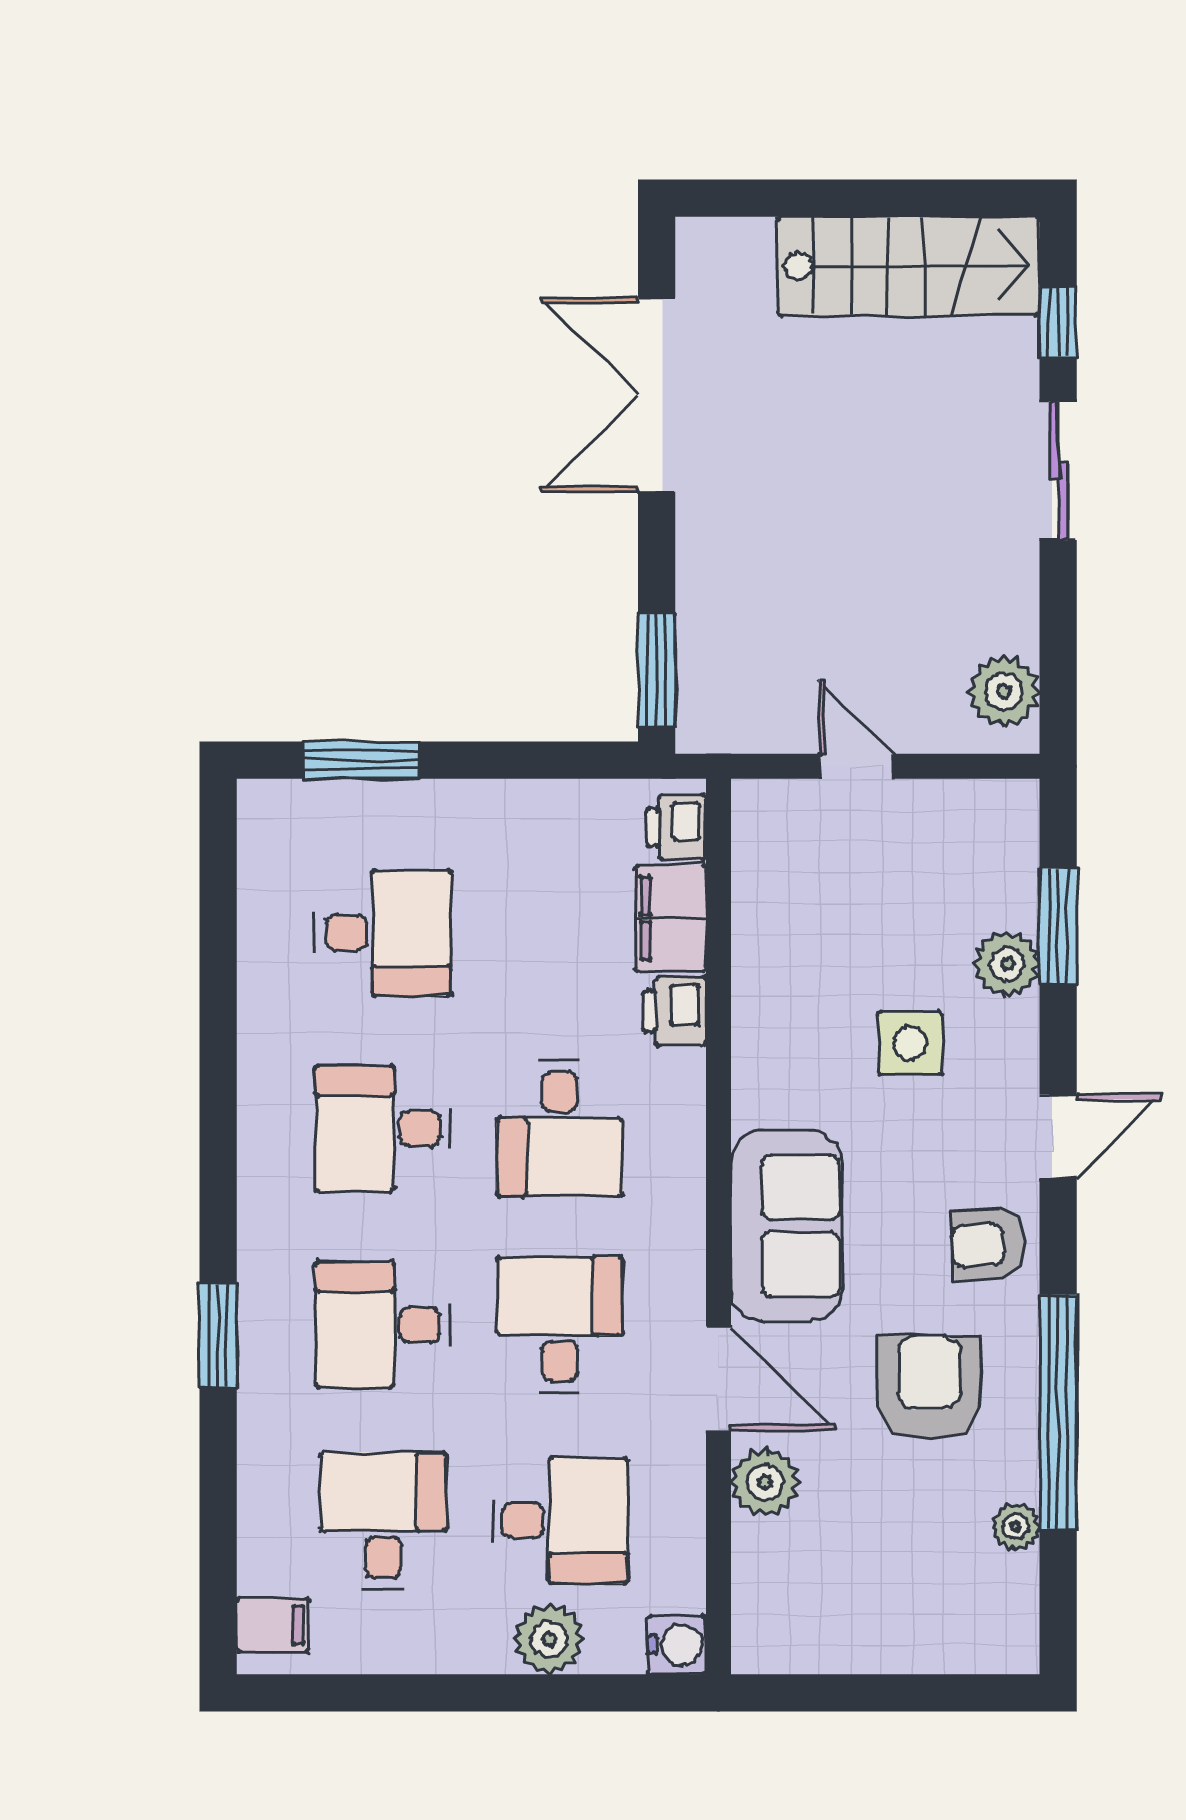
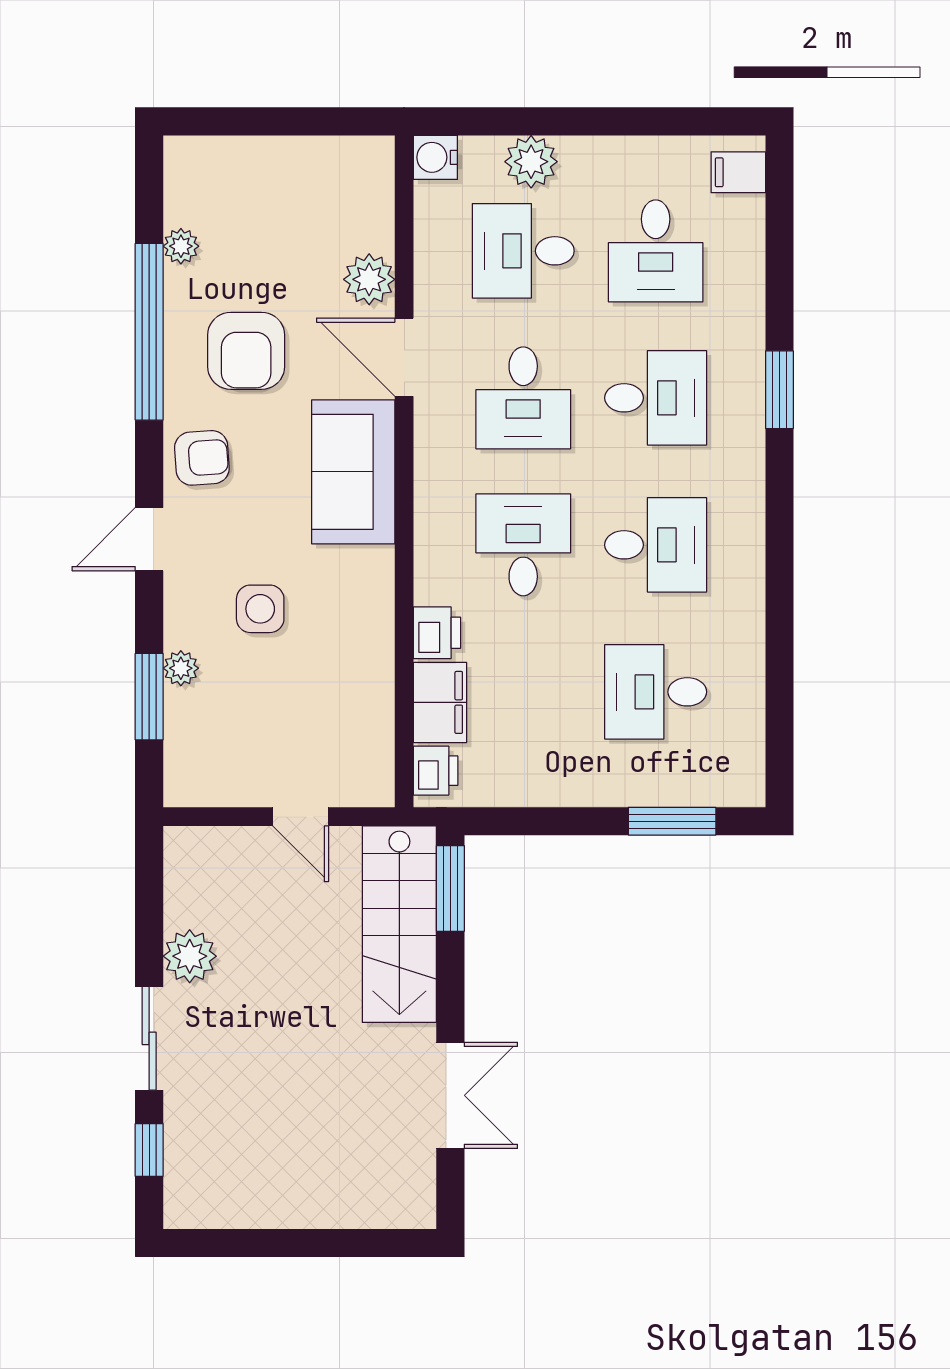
stairs: (909, 266) -> (399, 924), moved, turned -90
double door: (657, 395) -> (450, 1095), width x0.73
plant: (1004, 691) -> (190, 956), moved
plant: (1007, 964) -> (181, 668), width x0.73, depth x0.73

